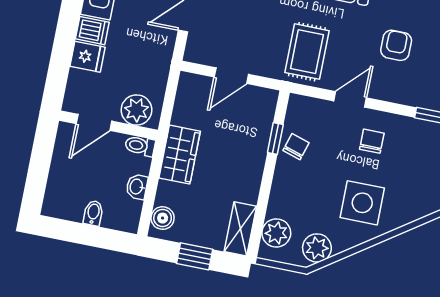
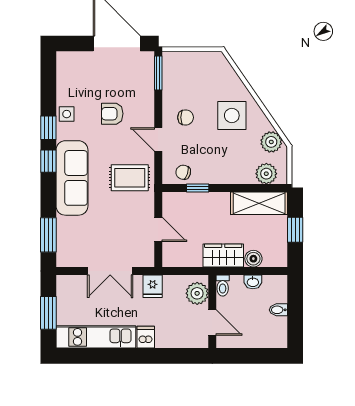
fridge: (88, 57) -> (153, 286), moved, turned 180
chair: (372, 141) -> (186, 117), turned 180
chair: (296, 147) -> (183, 172), moved
boiler: (163, 218) -> (253, 259), moved
shelving: (240, 229) -> (259, 203), width x1.50, depth x1.33

